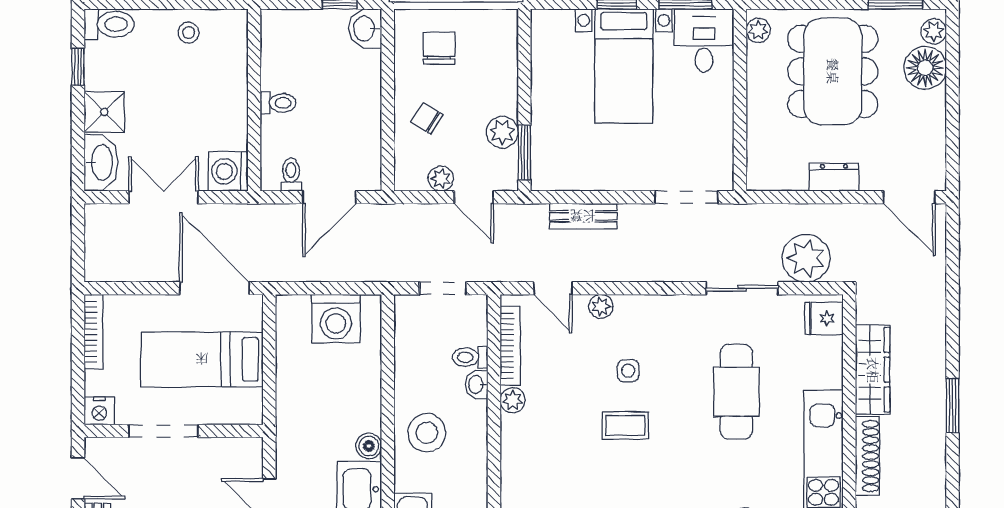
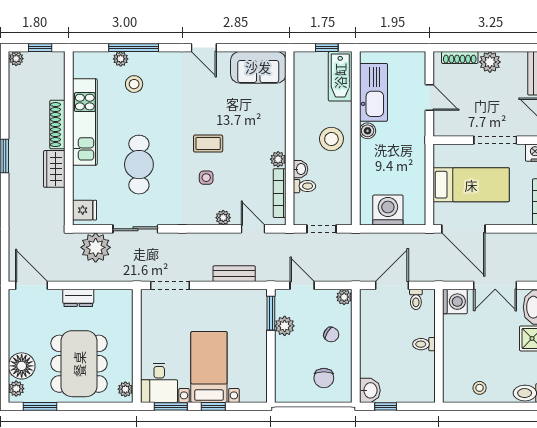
plant: (441, 179) -> (344, 297), moved
wardrobe: (873, 370) -> (54, 169), width x0.67

